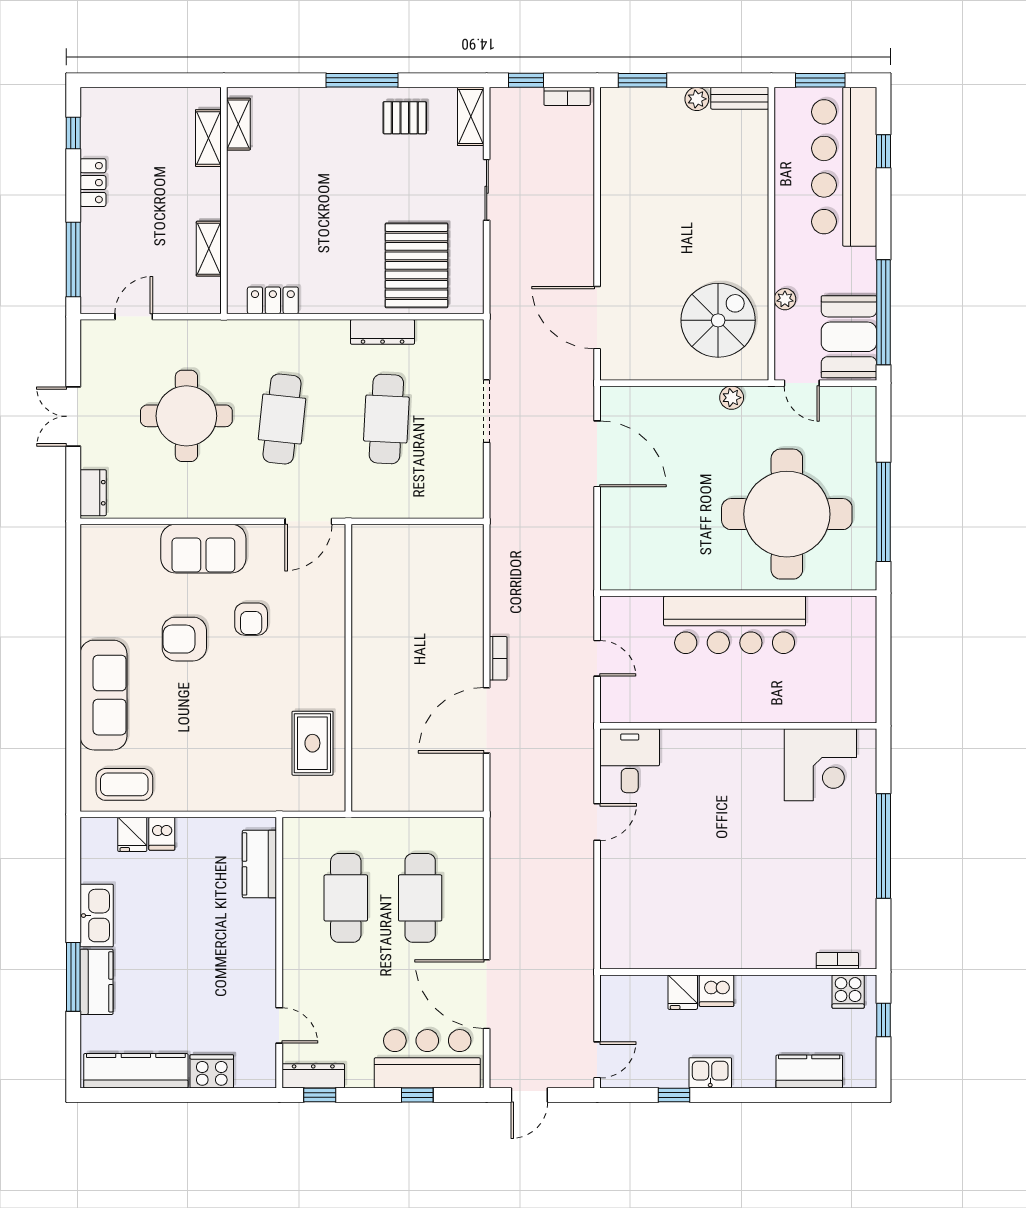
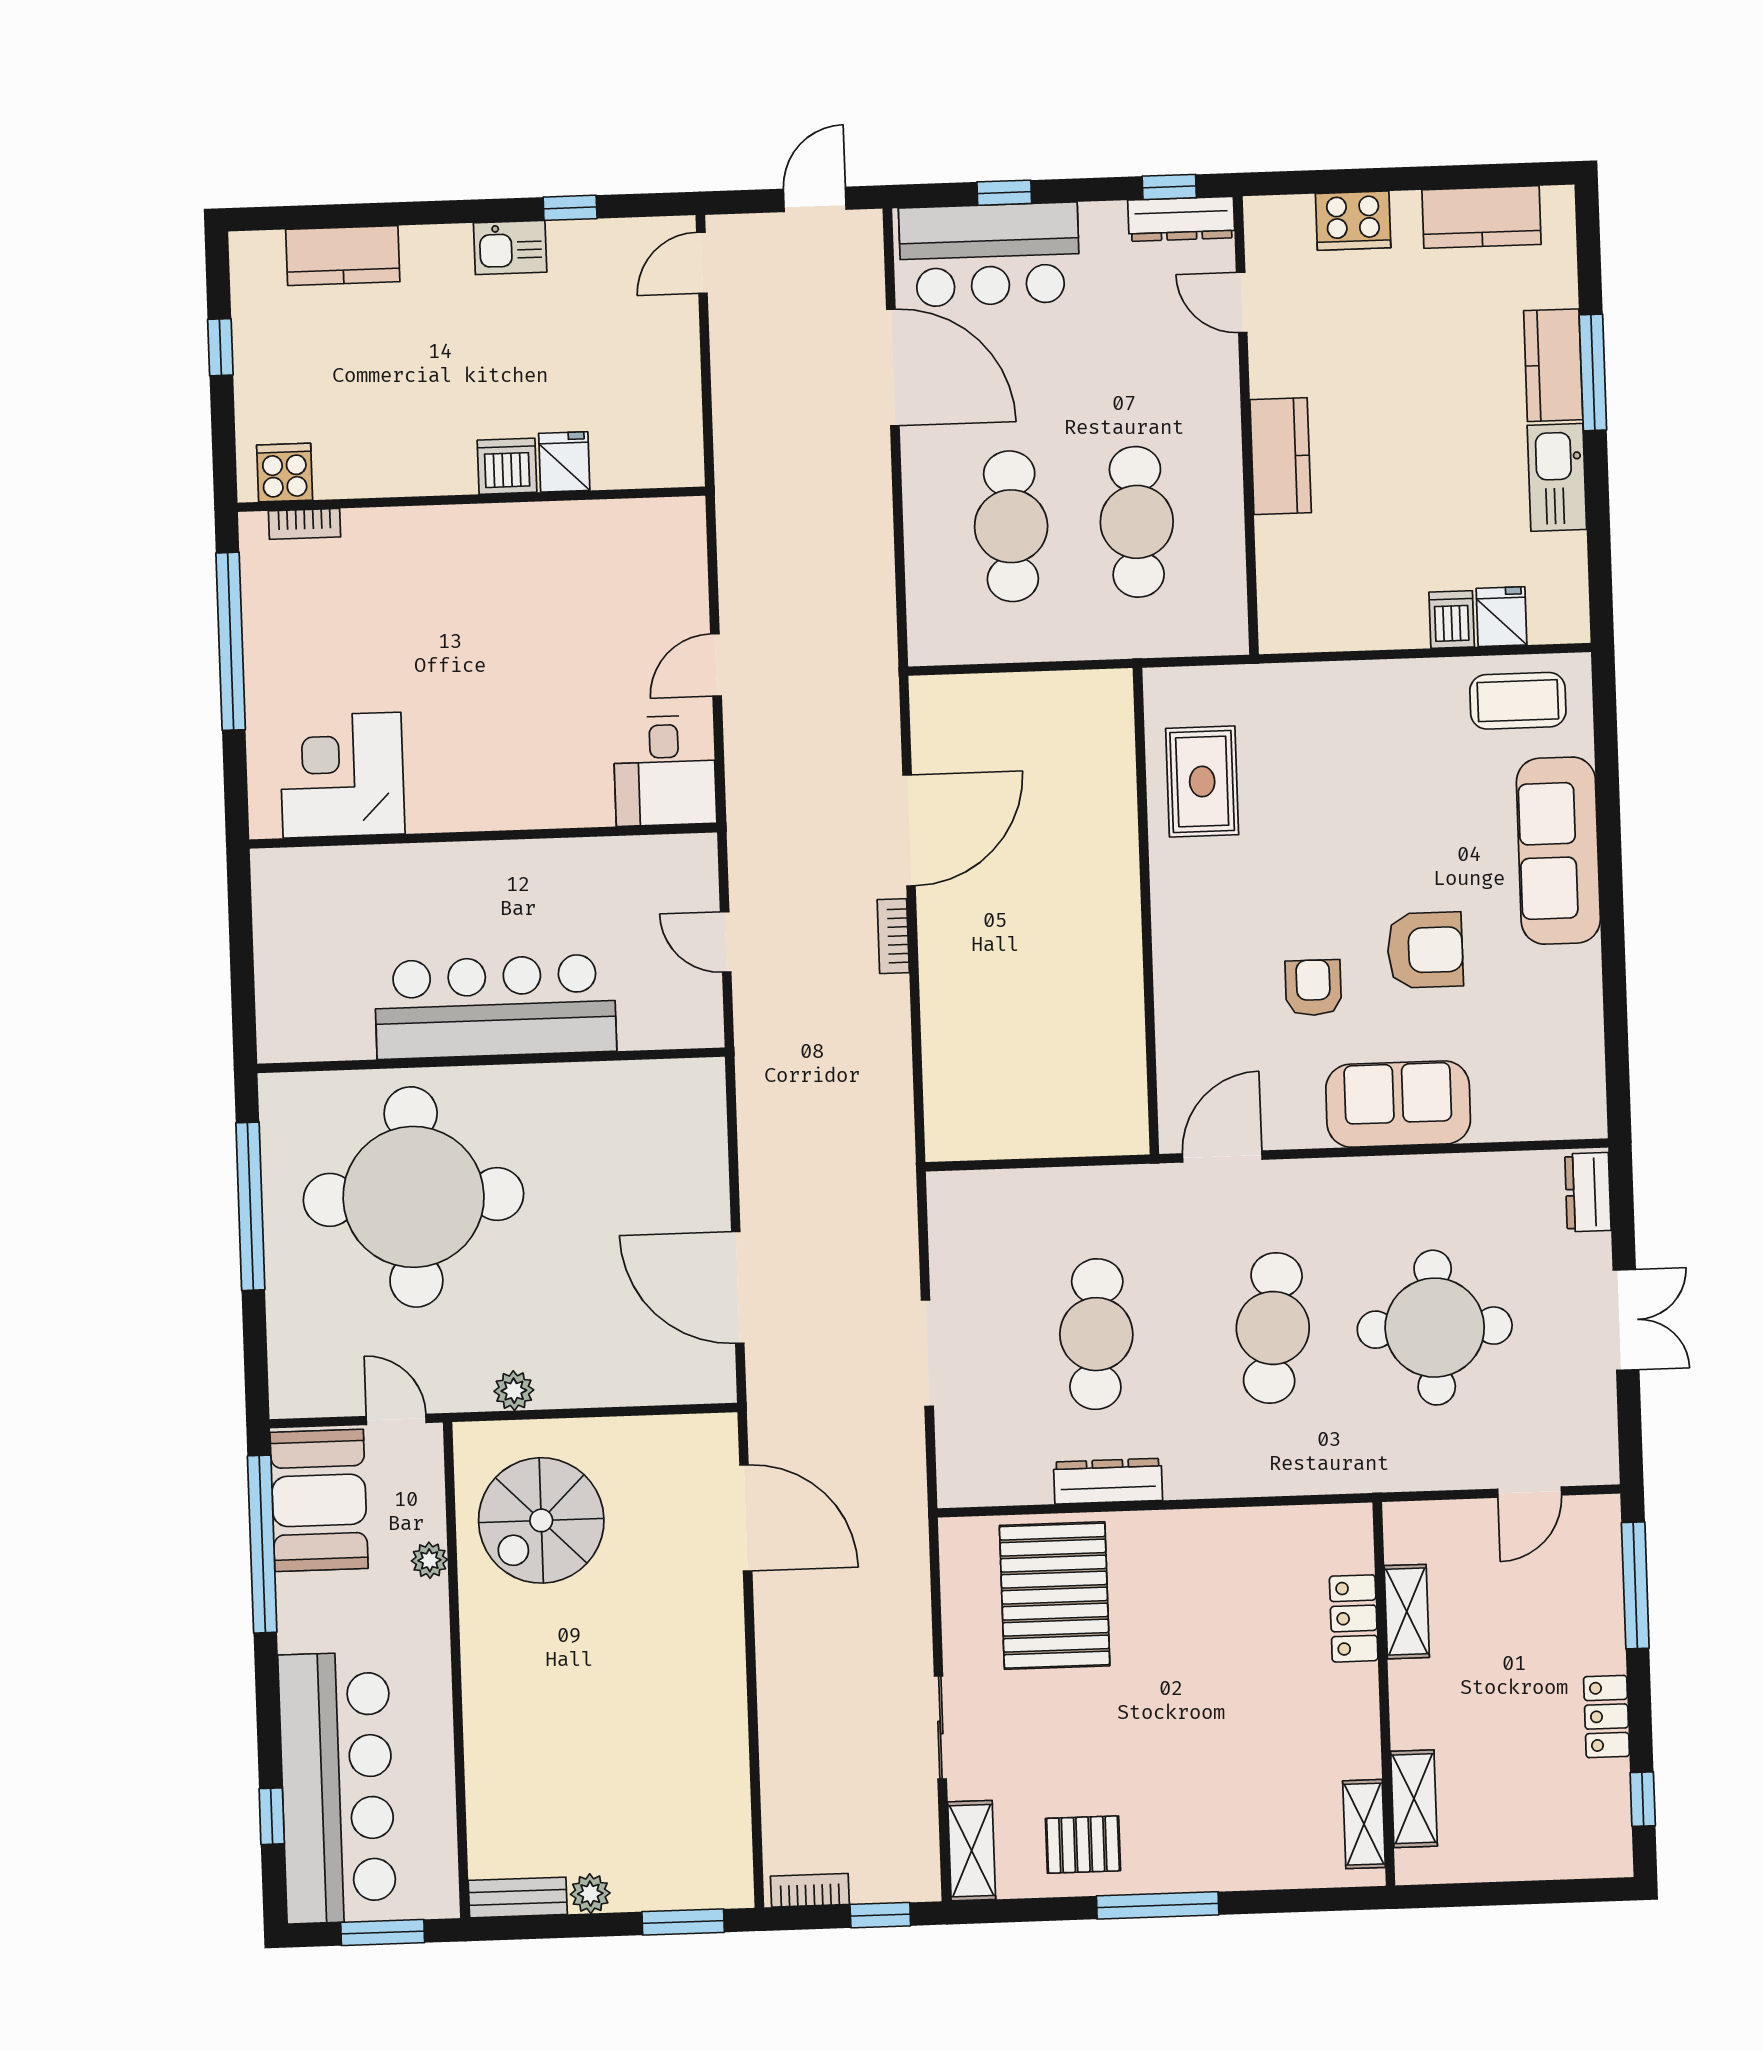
locker: (273, 300) -> (1354, 1618), moved, turned 90
kitchen counter: (259, 864) -> (1281, 456), moved
bookcase: (837, 961) -> (305, 524), moved
wall: (738, 972) -> (471, 499), moved
dishwasher: (717, 991) -> (507, 466), moved
fridge: (683, 992) -> (564, 462), moved
cooker: (848, 992) -> (285, 473), moved
kitchen counter: (136, 1071) -> (1481, 217), width x0.67

